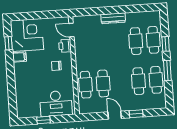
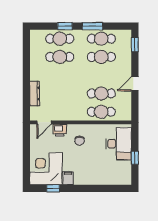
dresser: (113, 18) -> (35, 94), moved
window: (136, 114) -> (135, 45), moved

